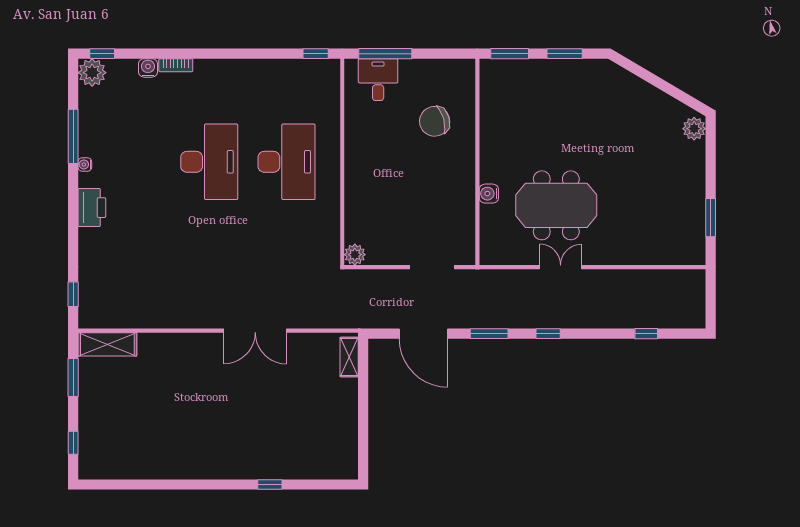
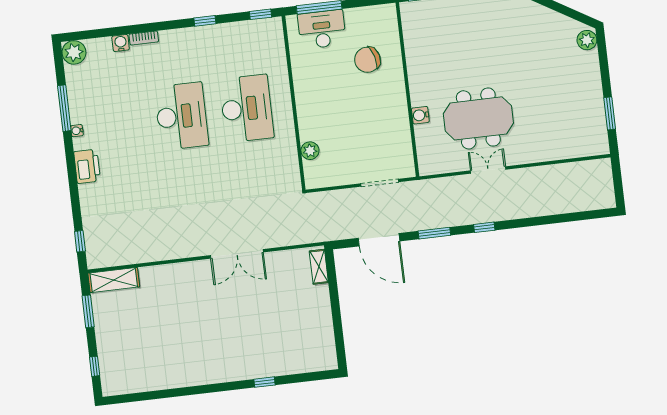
window: (102, 54) -> (205, 21), moved
desk: (378, 80) -> (322, 29), width x1.37
plant: (355, 255) -> (310, 151), moved
window: (646, 334) -> (567, 218), removed

